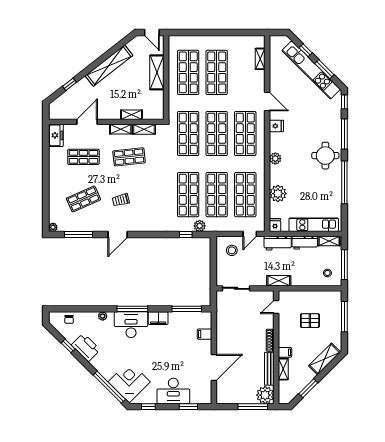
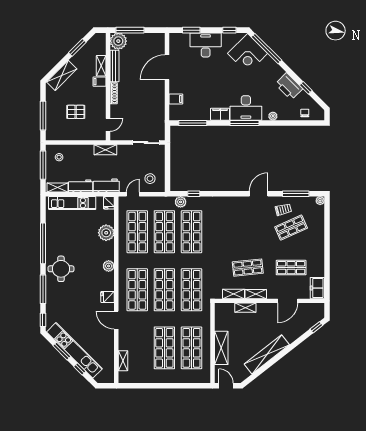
window: (69, 84) -> (316, 327), moved
trolley: (121, 200) -> (283, 210), moved

